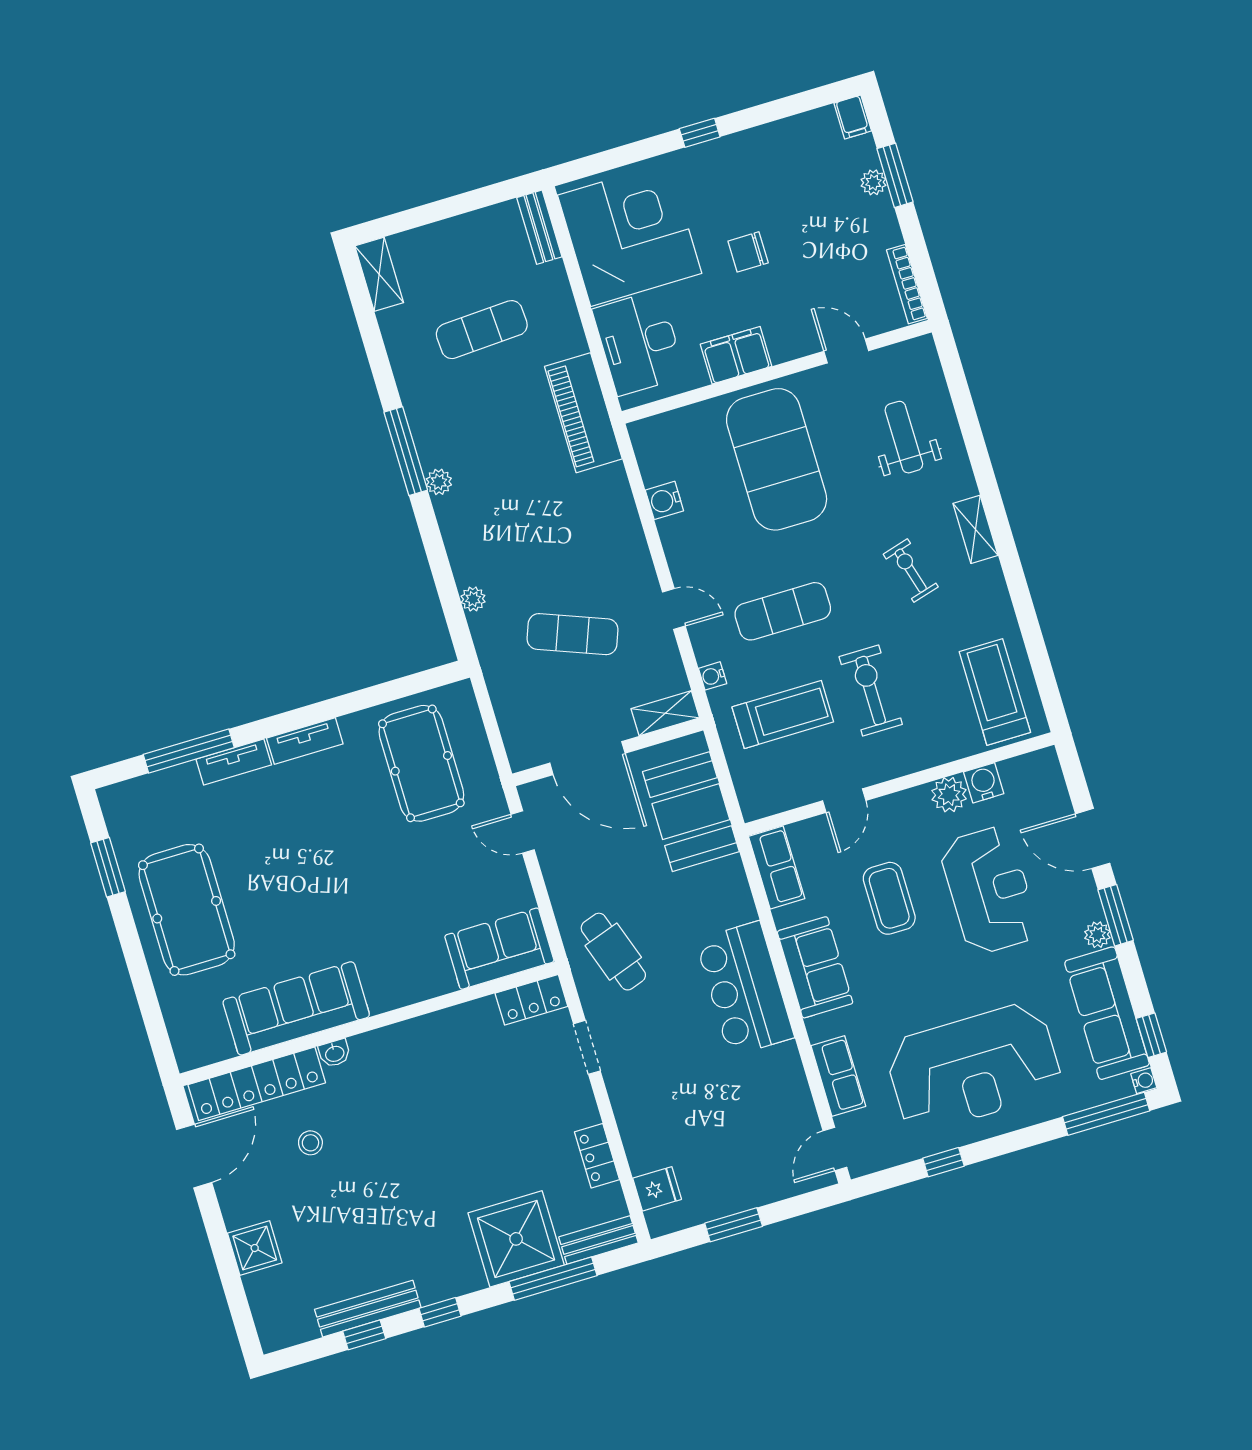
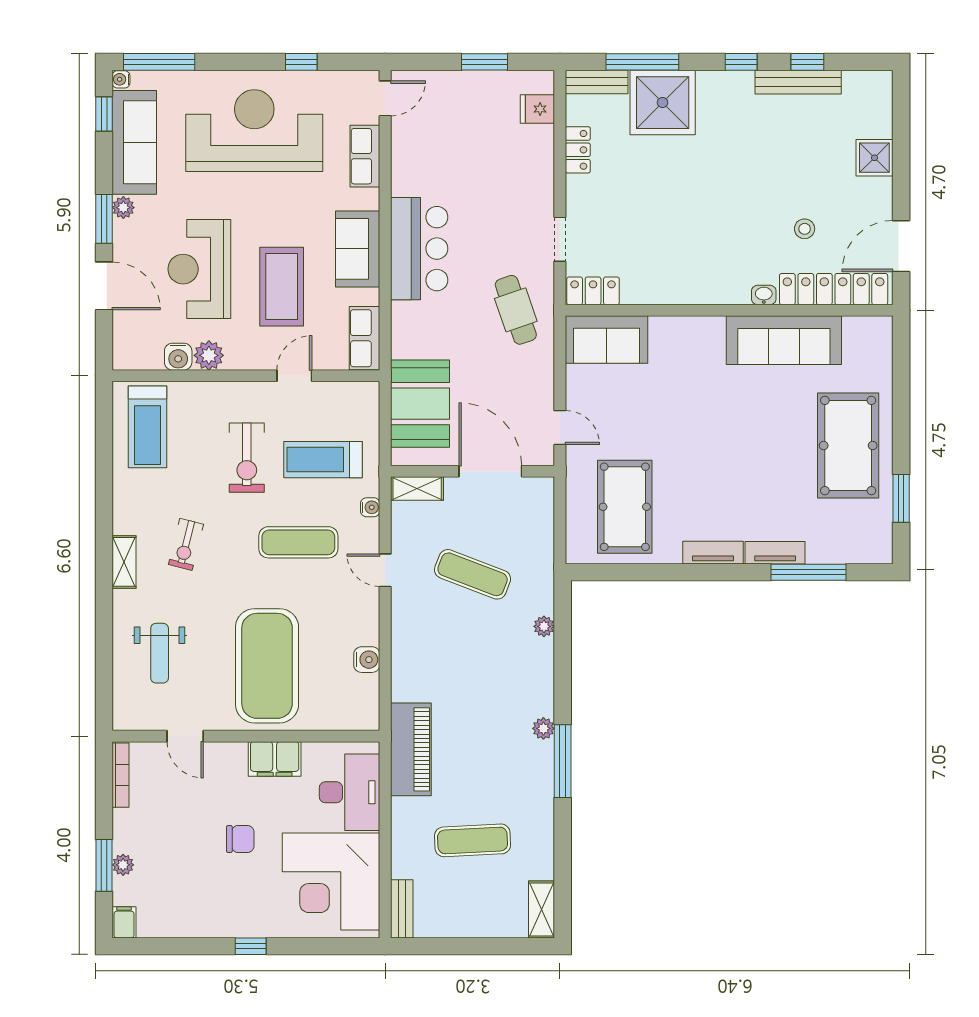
exercise bike: (911, 571) -> (186, 544), turned 30
coffee table: (889, 898) -> (282, 287), width x1.36, depth x1.32

